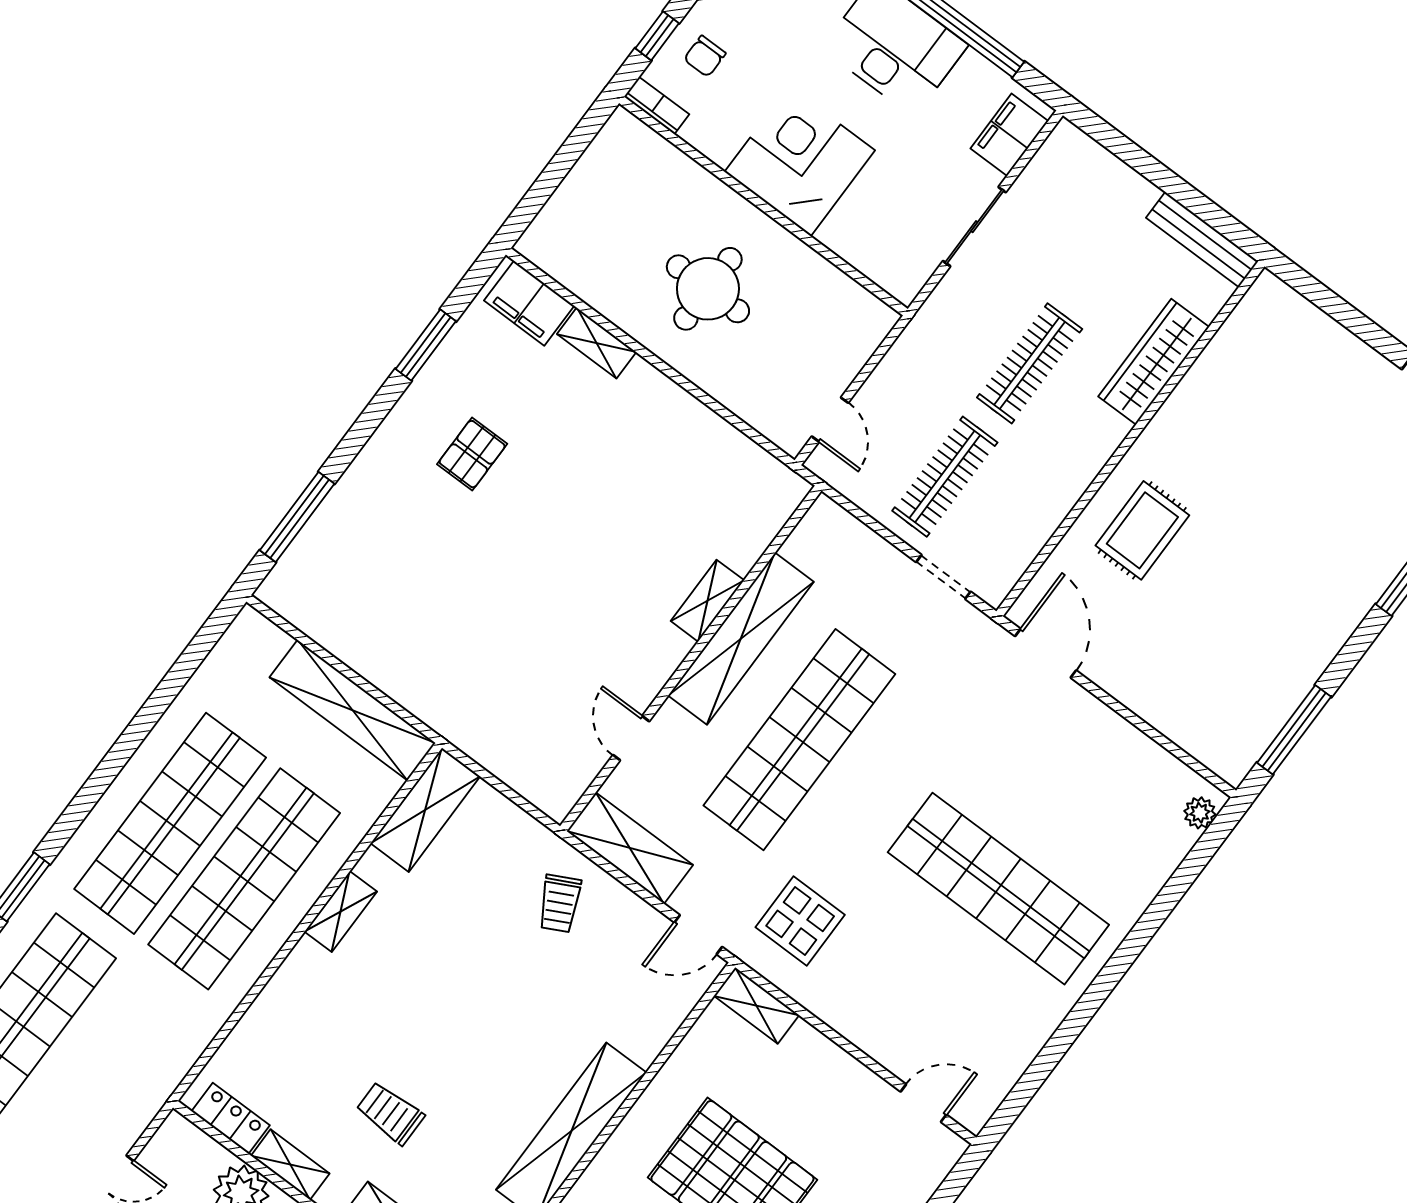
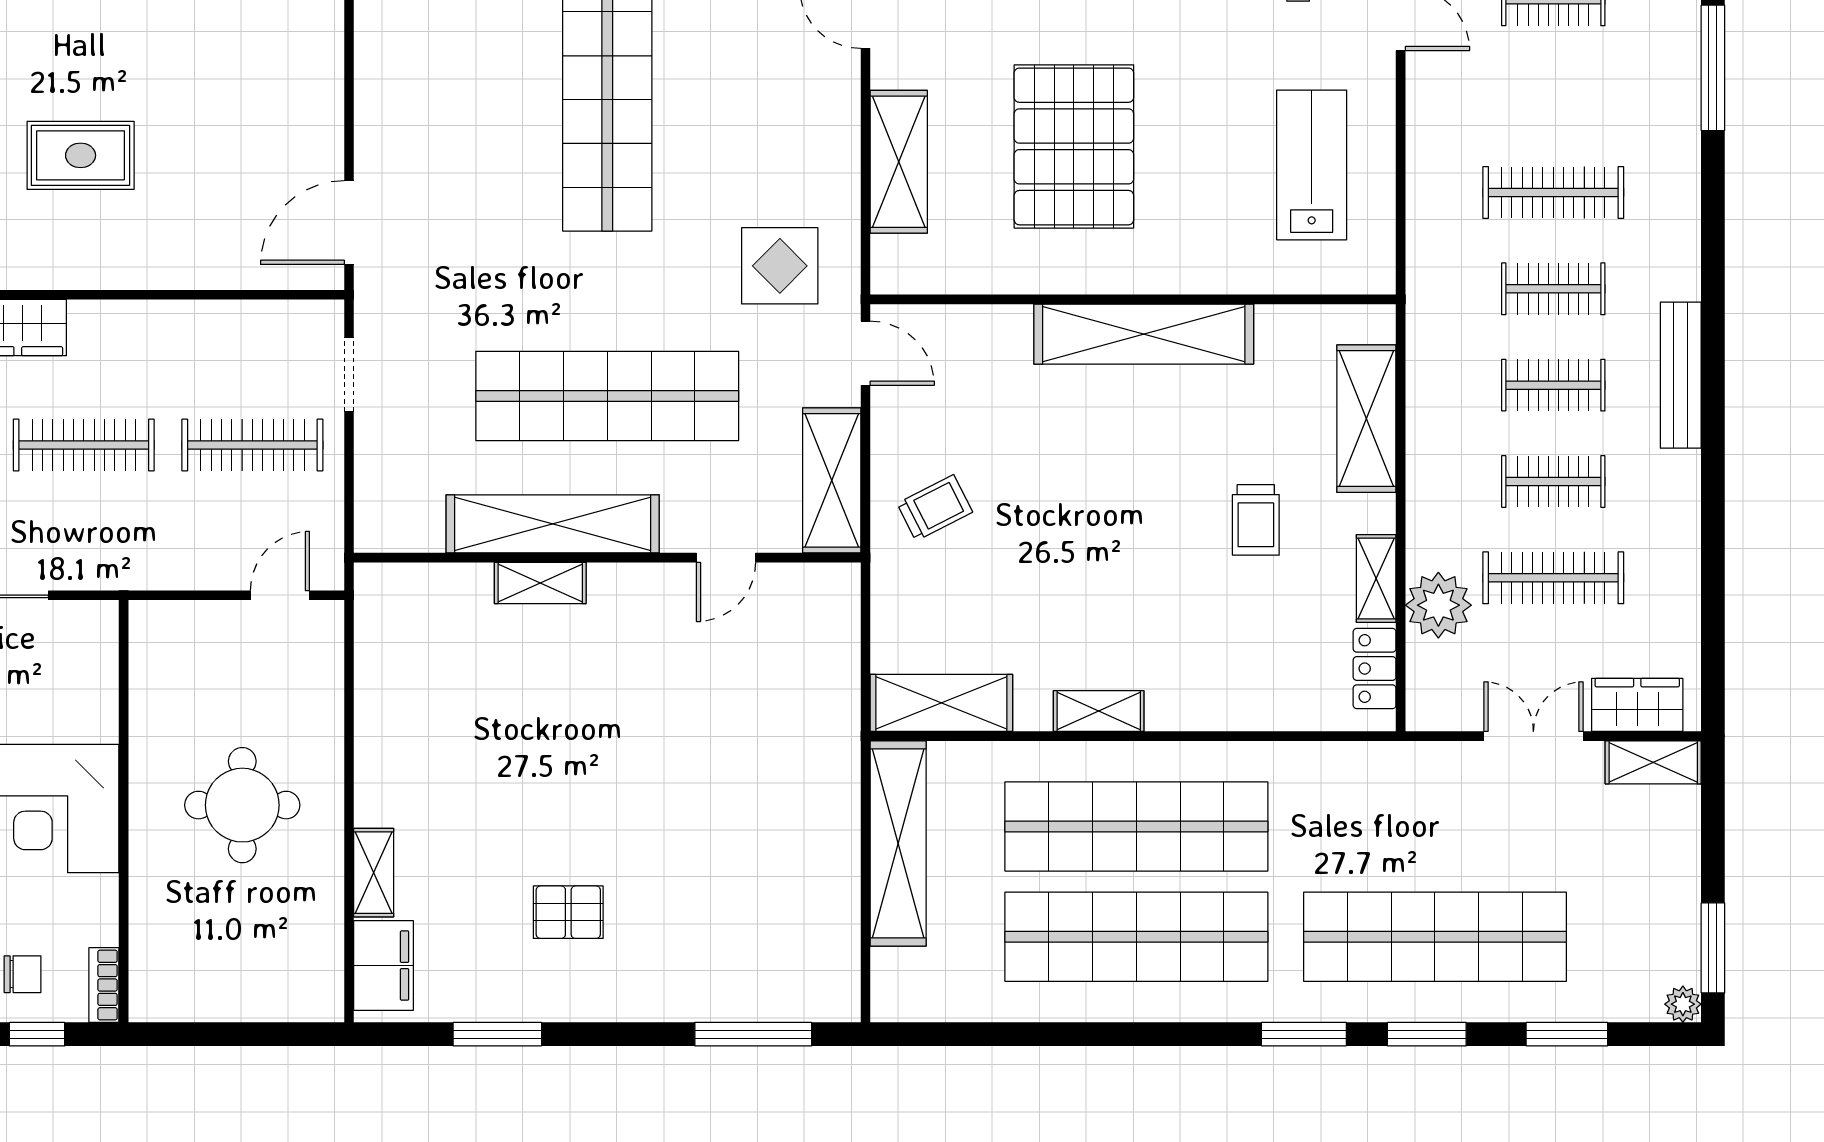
rug: (1142, 530) -> (81, 155), moved
shelving: (756, 1006) -> (899, 162), moved, width x1.50, depth x1.33

